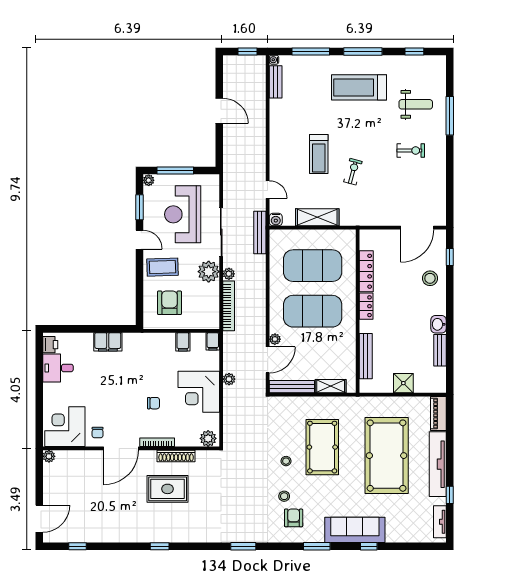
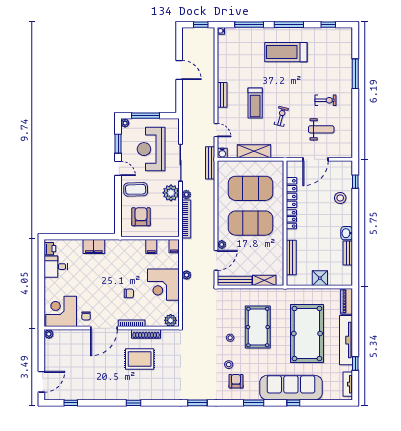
bench: (276, 82) -> (222, 95), moved
weight bench: (416, 104) -> (321, 129), moved
door: (417, 228) -> (316, 159), moved
sofa: (355, 530) -> (291, 388), width x1.36, depth x1.27

